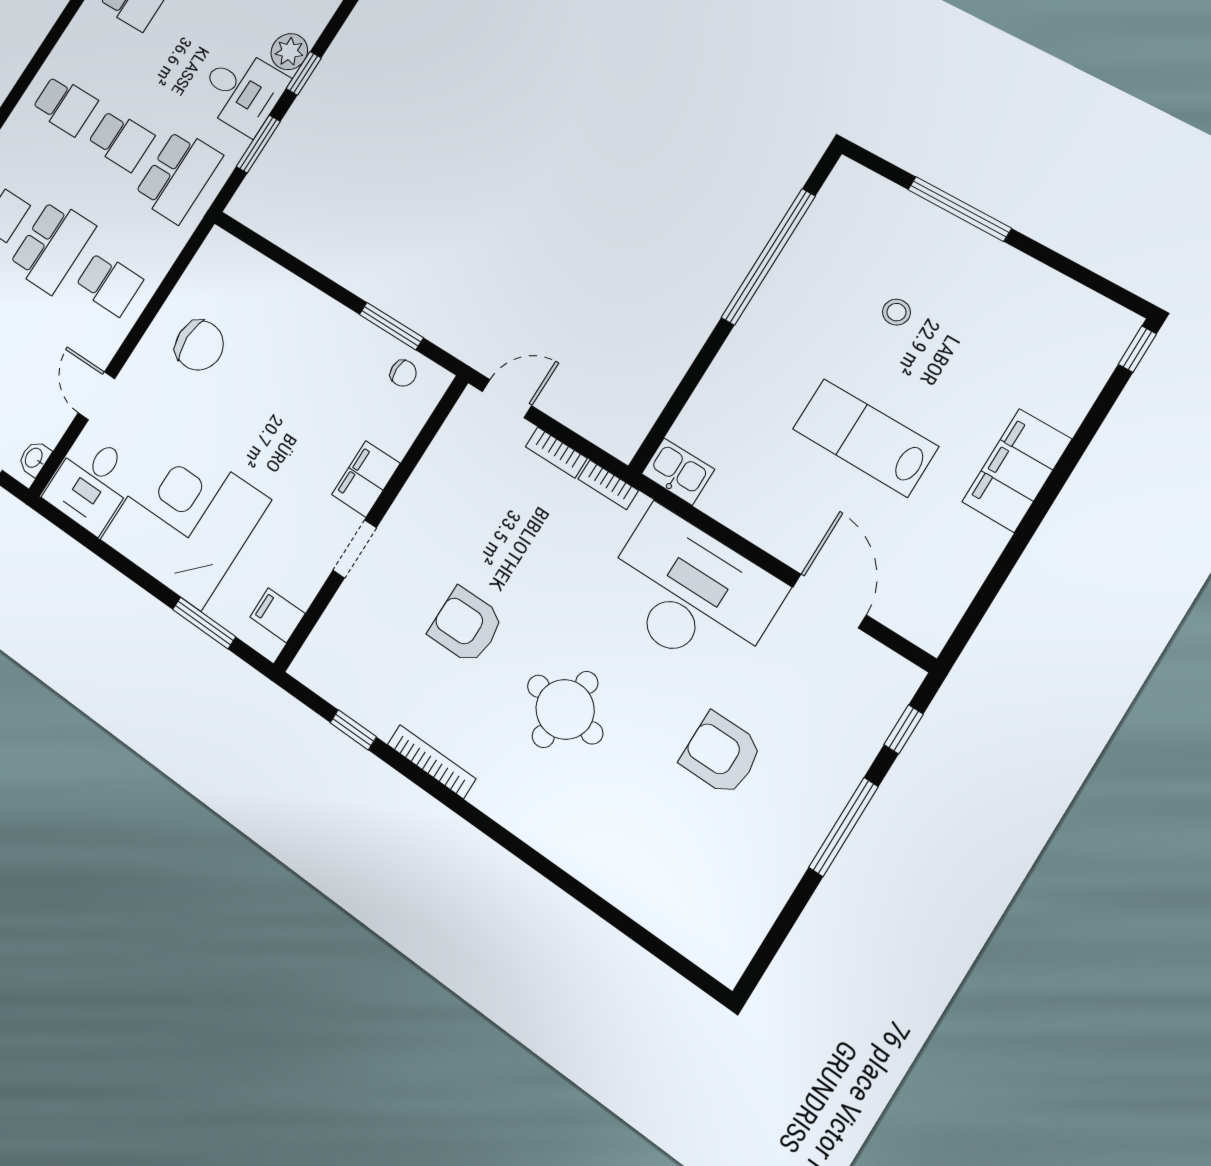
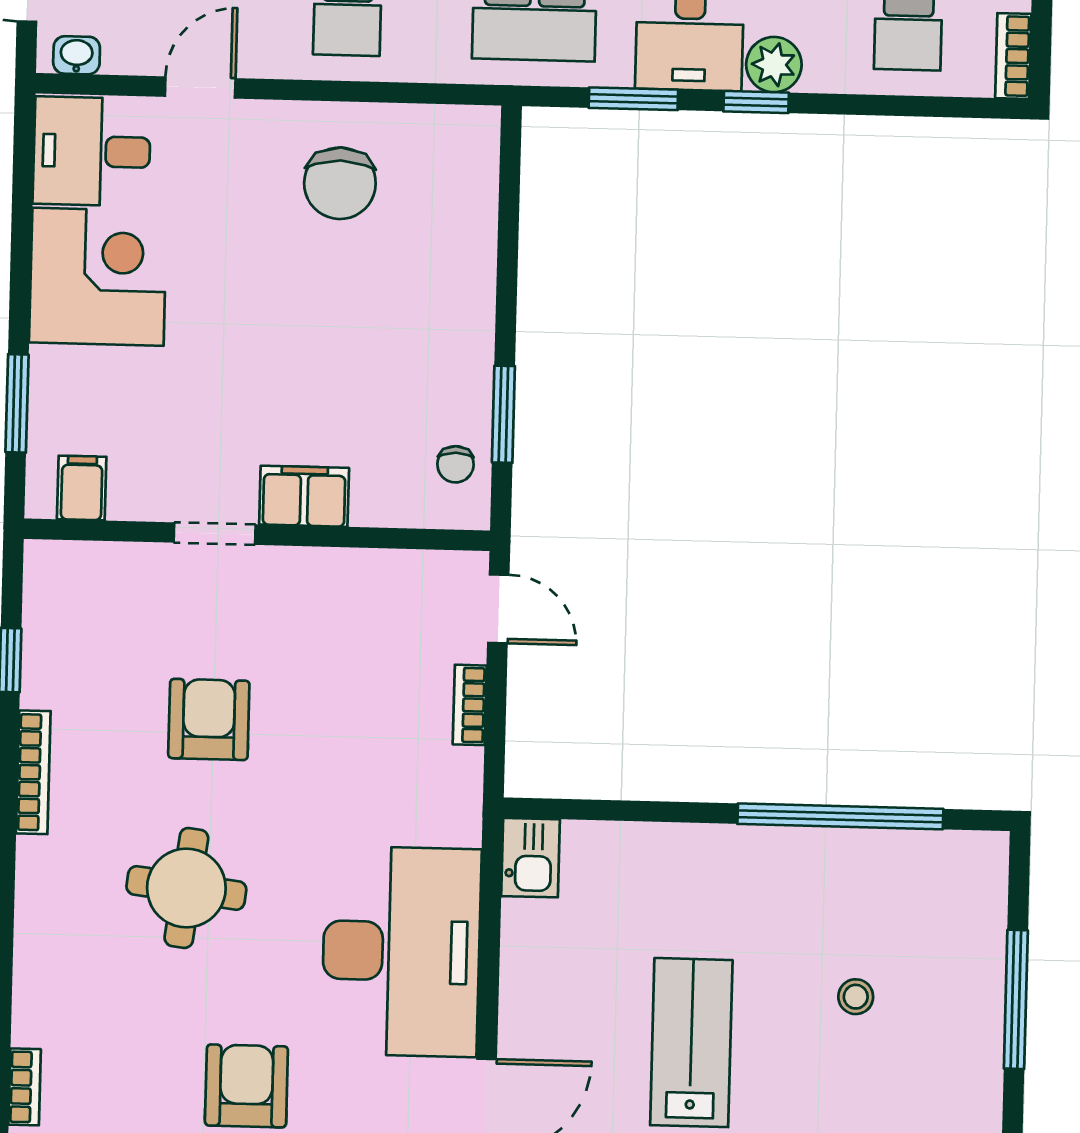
bookcase: (608, 485) -> (25, 1087), moved, turned 180
corner desk: (185, 520) -> (98, 277), width x0.74, depth x0.74

